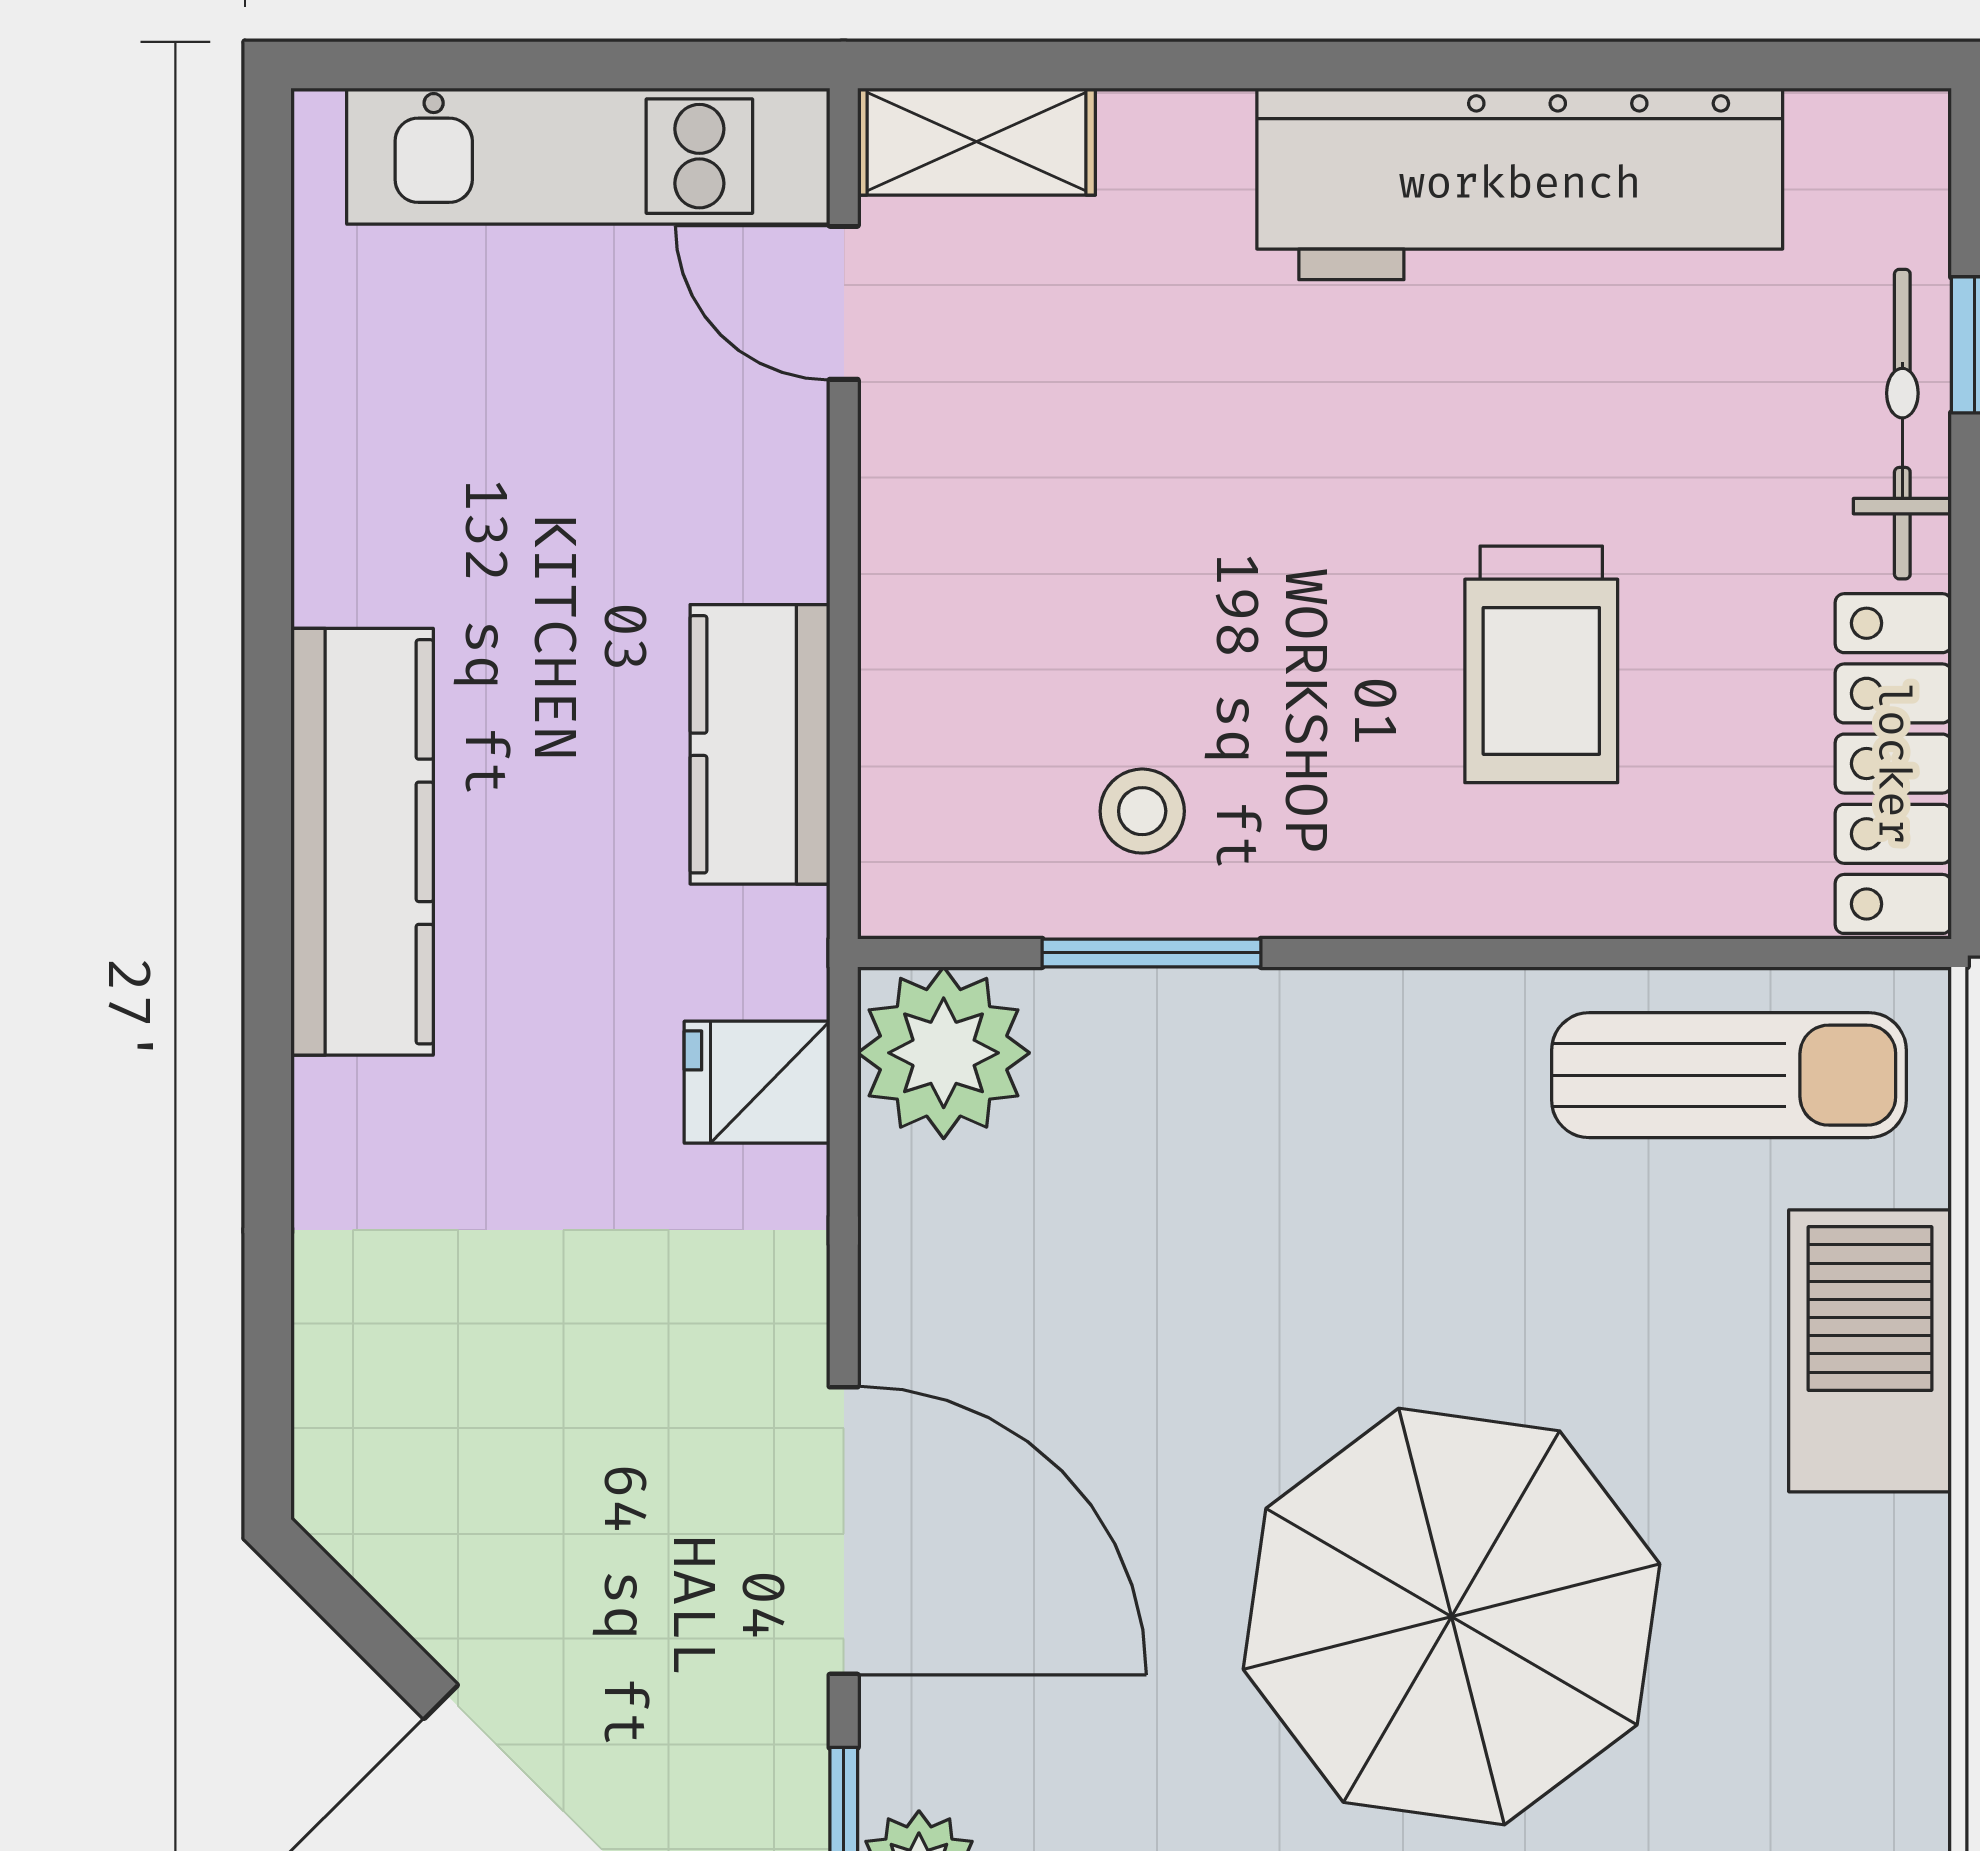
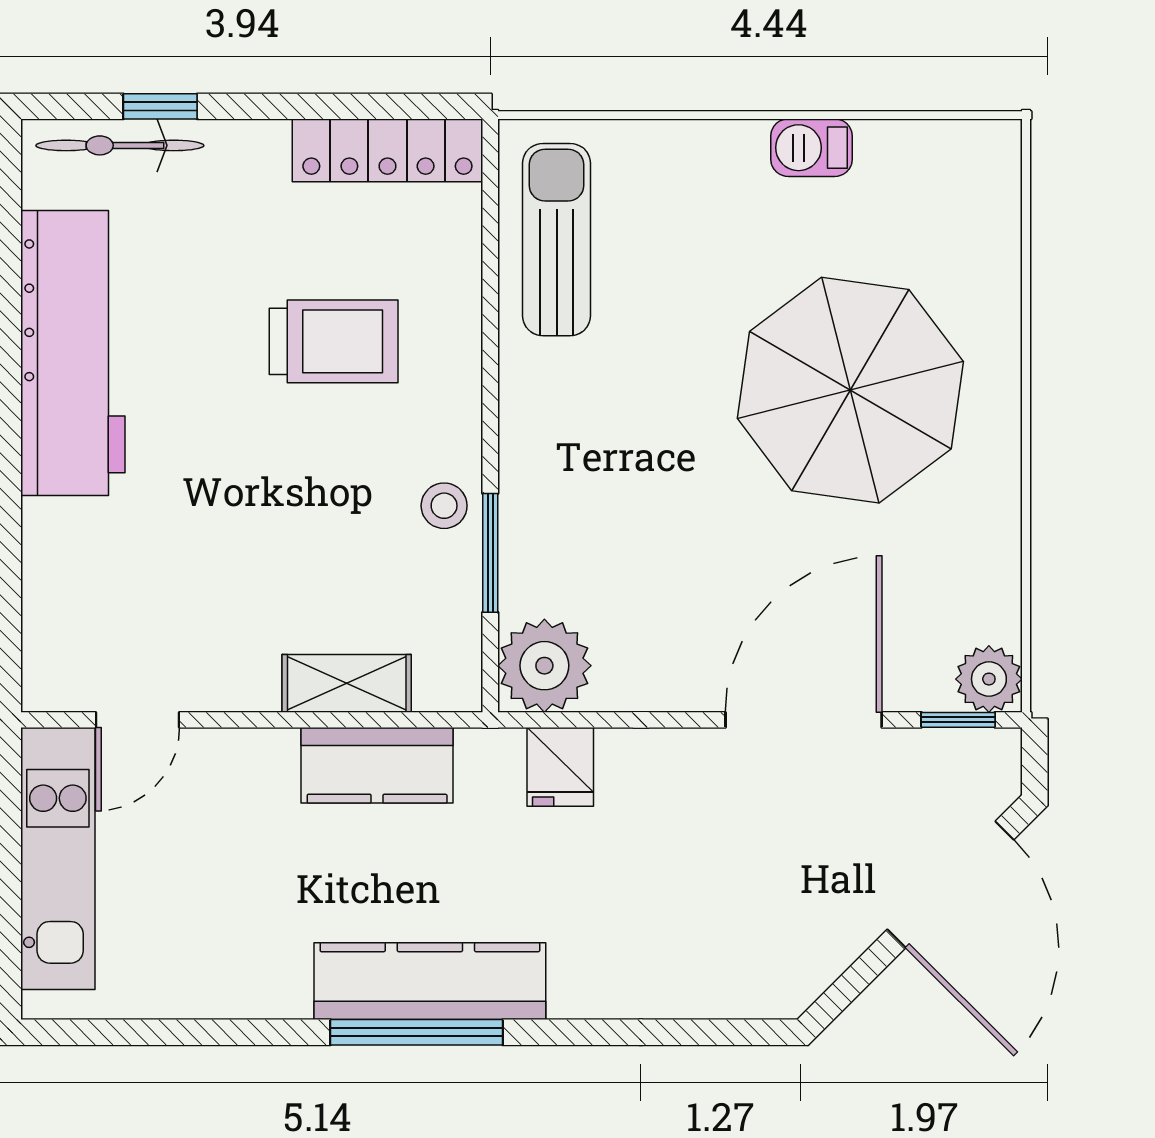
shelving: (976, 142) -> (347, 683), moved, turned 90
bicycle: (1902, 424) -> (120, 145), moved
stool: (1142, 811) -> (444, 506), moved
window: (268, 817) -> (416, 1032), added
barbecue: (1870, 1351) -> (812, 148), moved, width x0.53, depth x0.65

